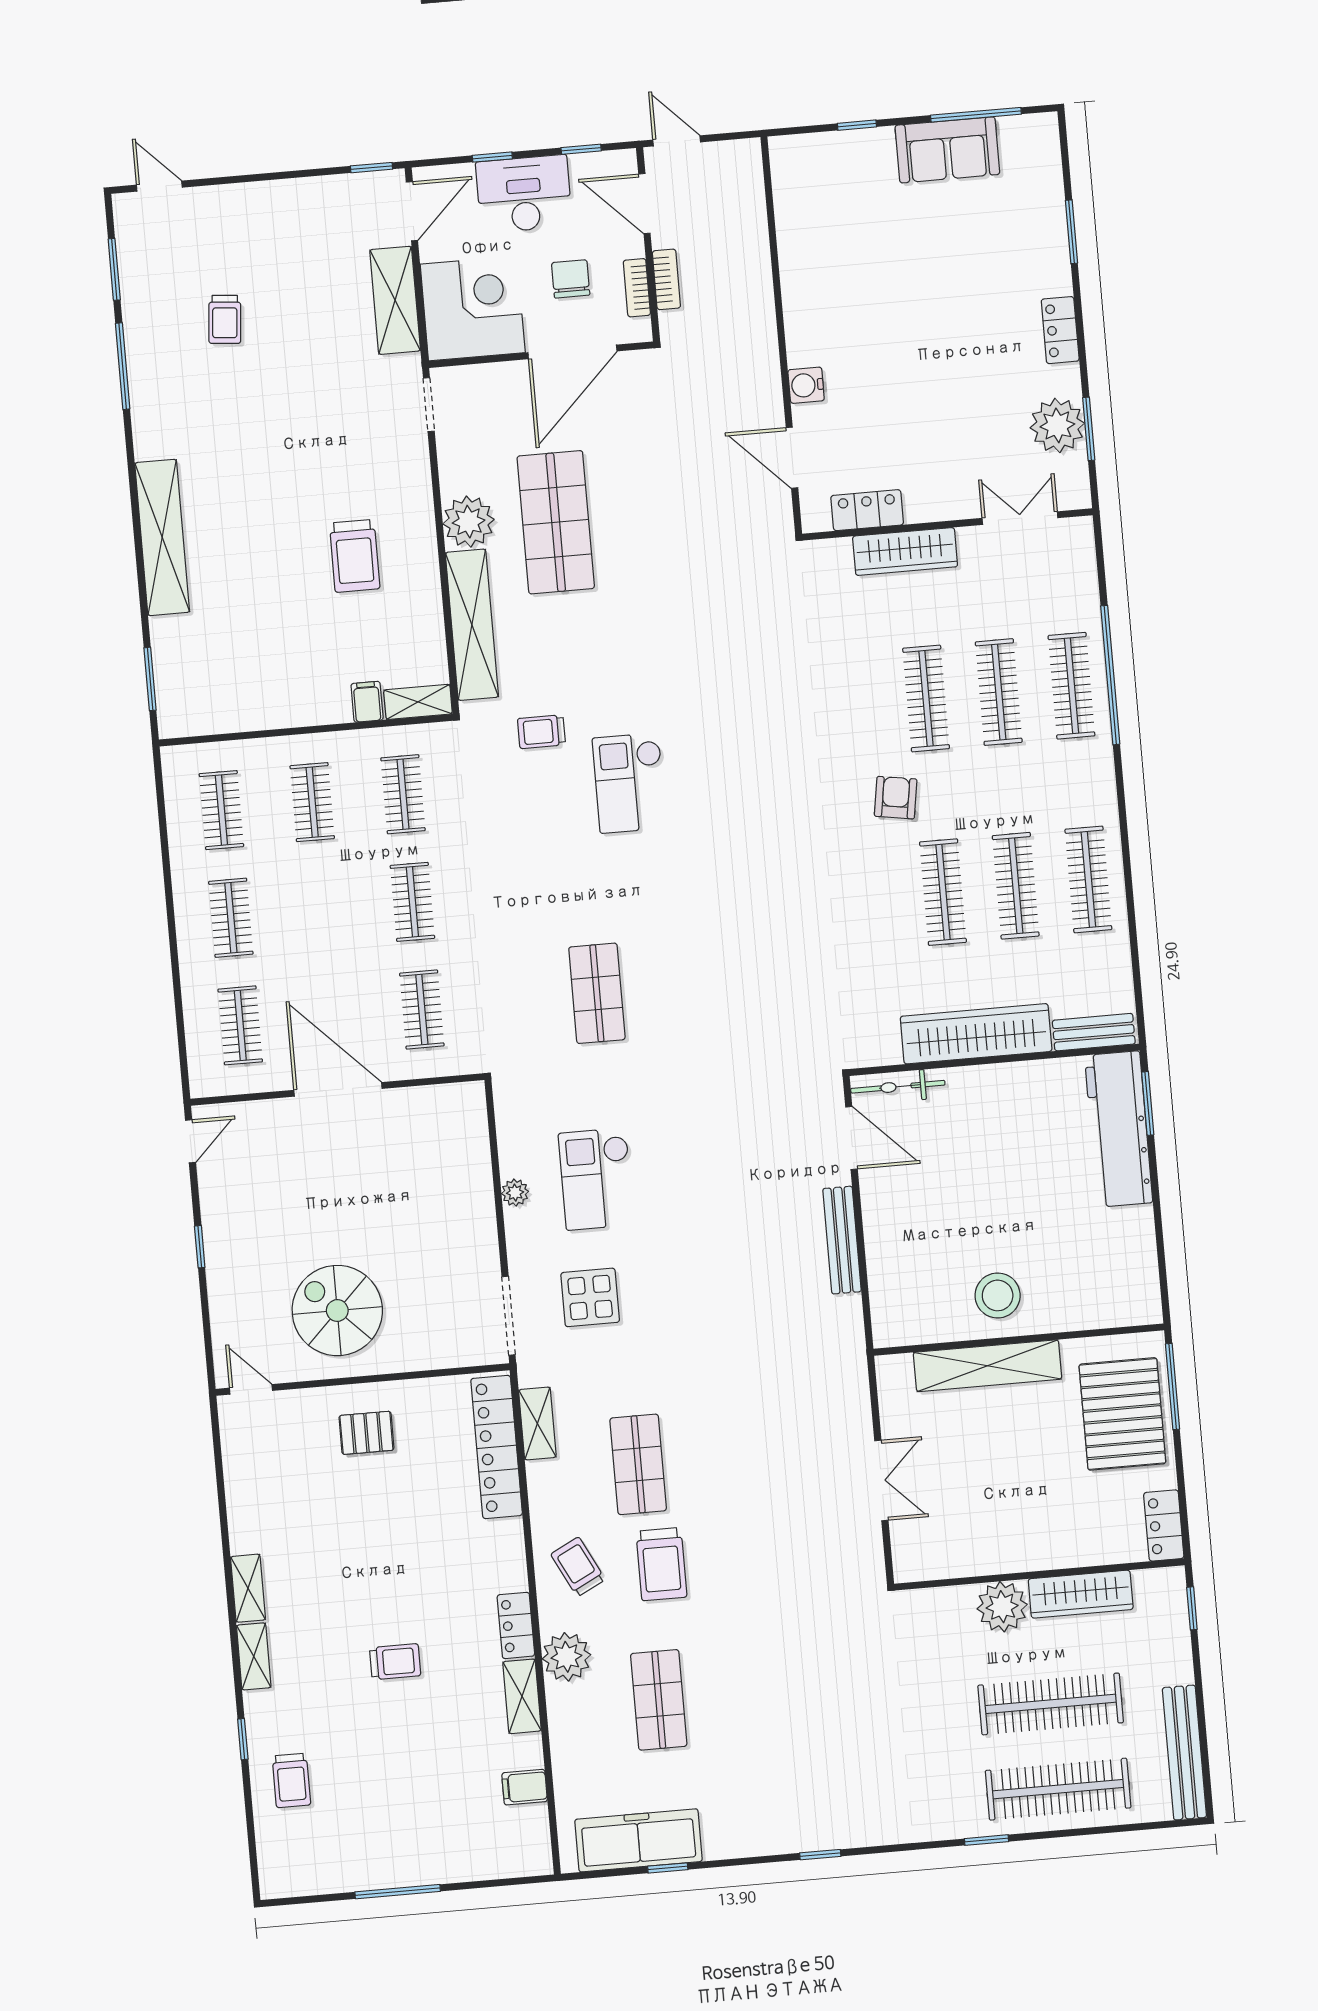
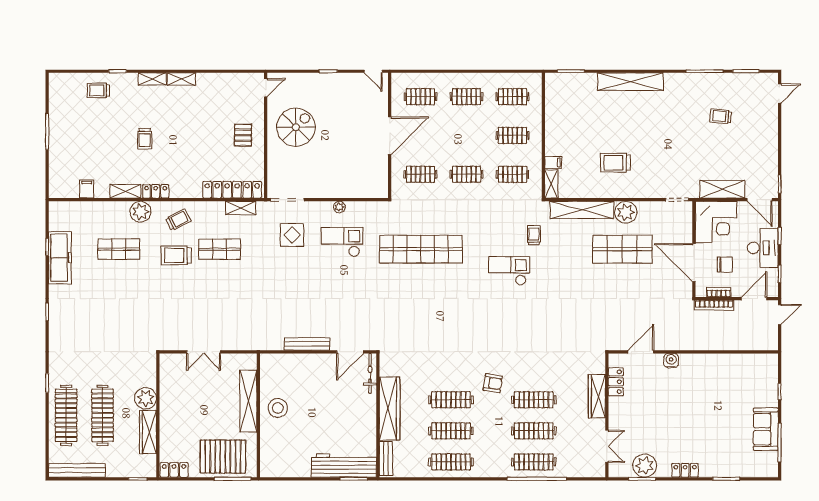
bookcase: (666, 279) -> (714, 305), width x1.56
shop shelf: (597, 993) -> (421, 249), width x2.00, depth x1.36
freezer: (638, 1840) -> (60, 258), moved

